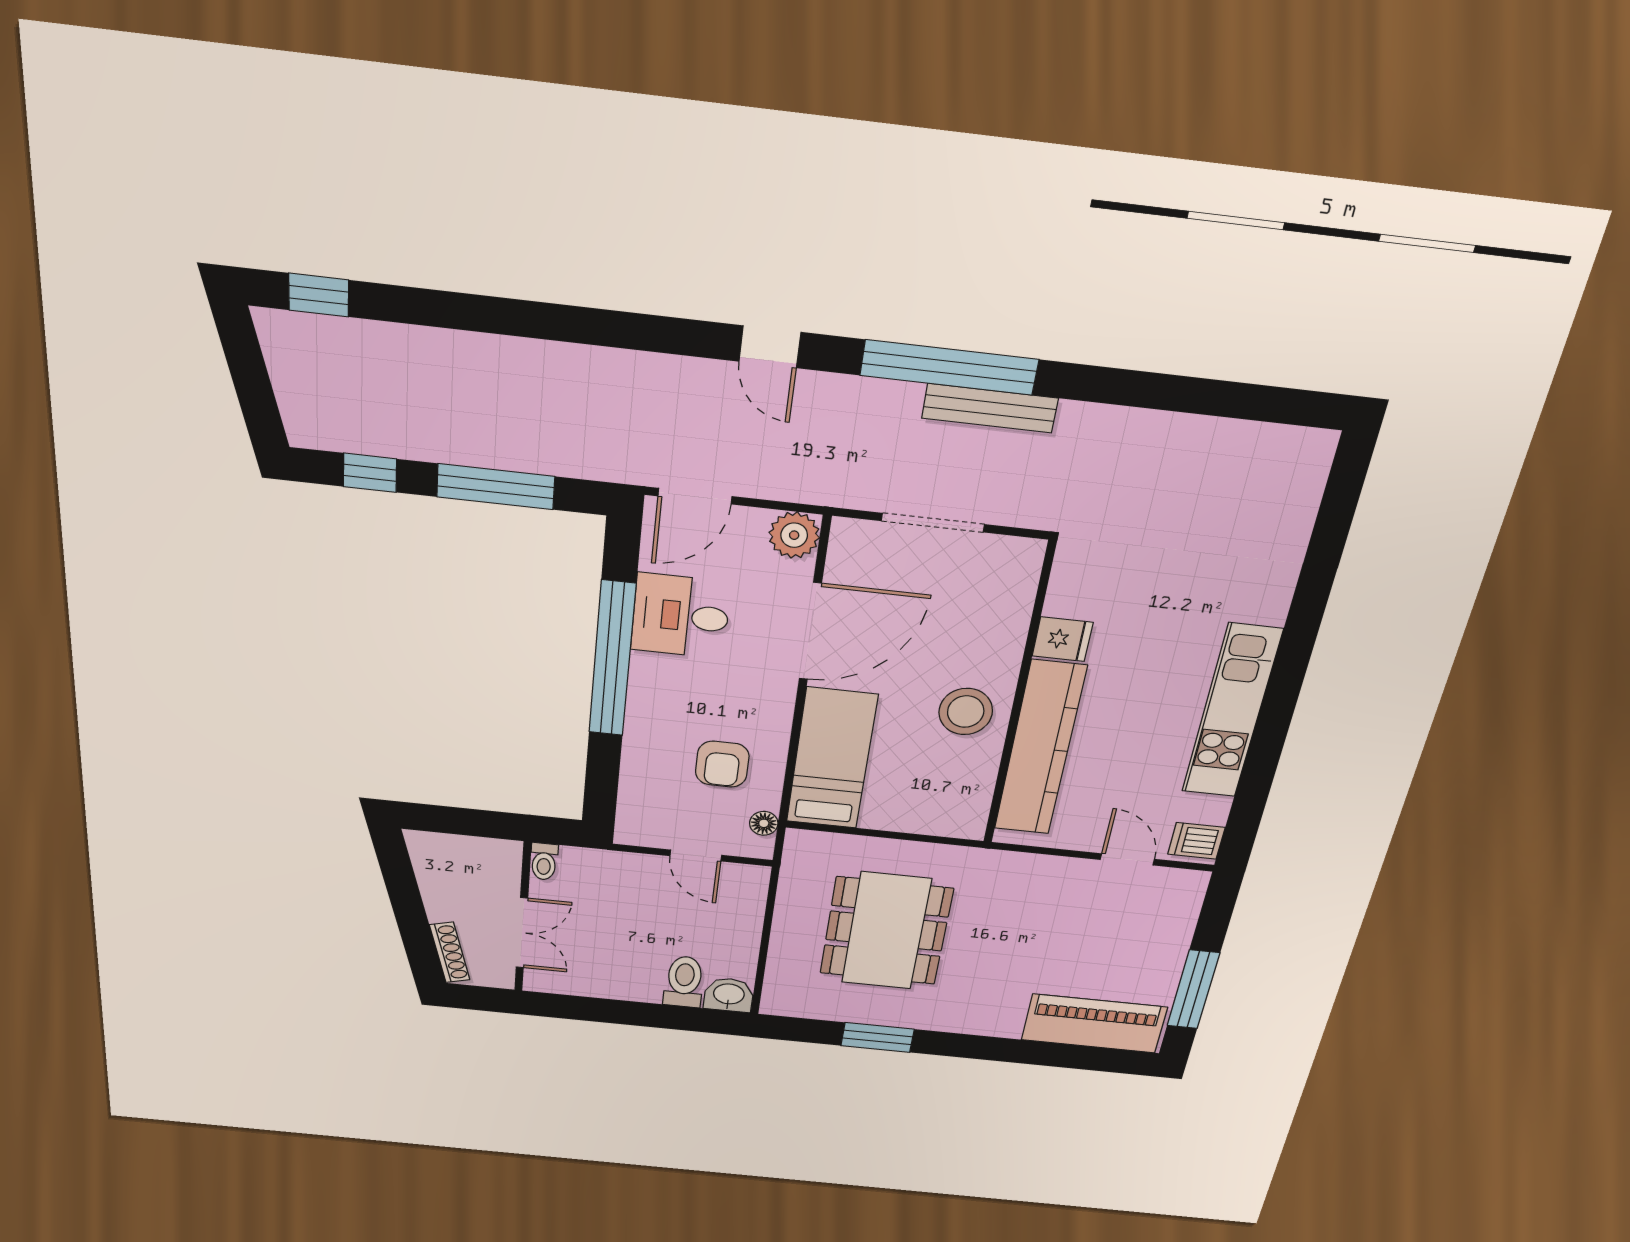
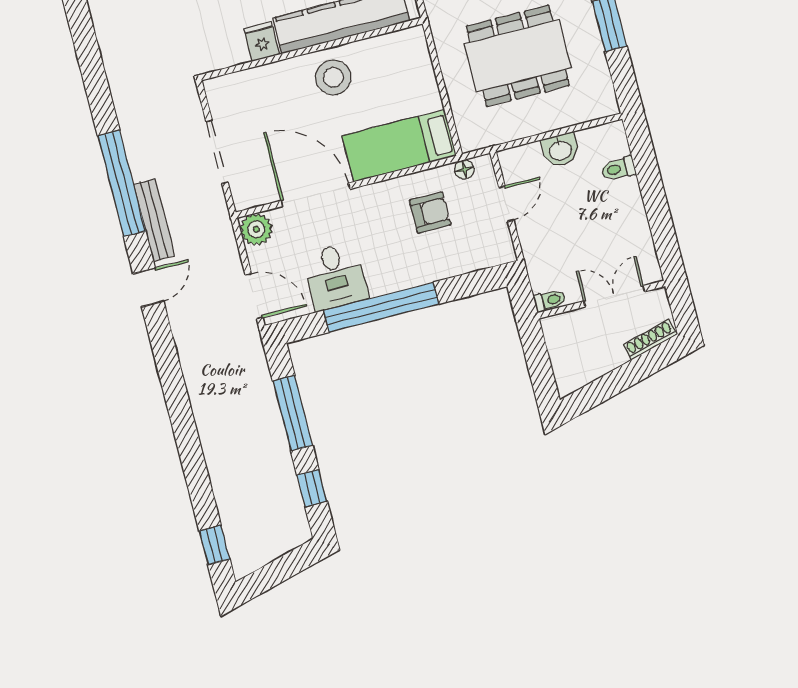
bench: (990, 408) -> (154, 220), moved
toilet: (684, 982) -> (618, 169), width x0.73, depth x0.72
washbasin: (729, 995) -> (560, 150), moved, turned -90

